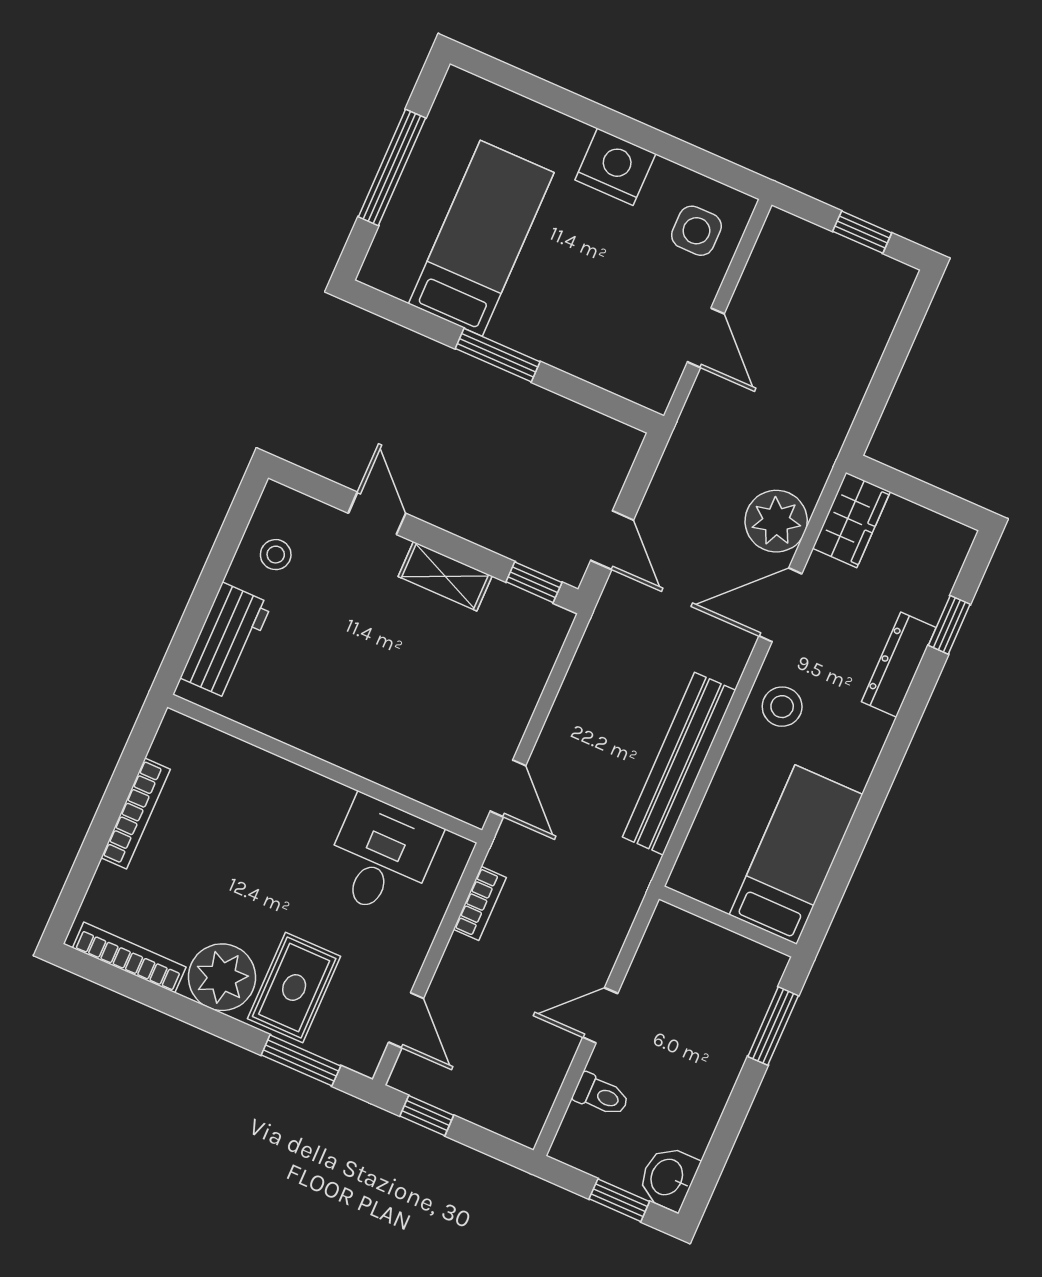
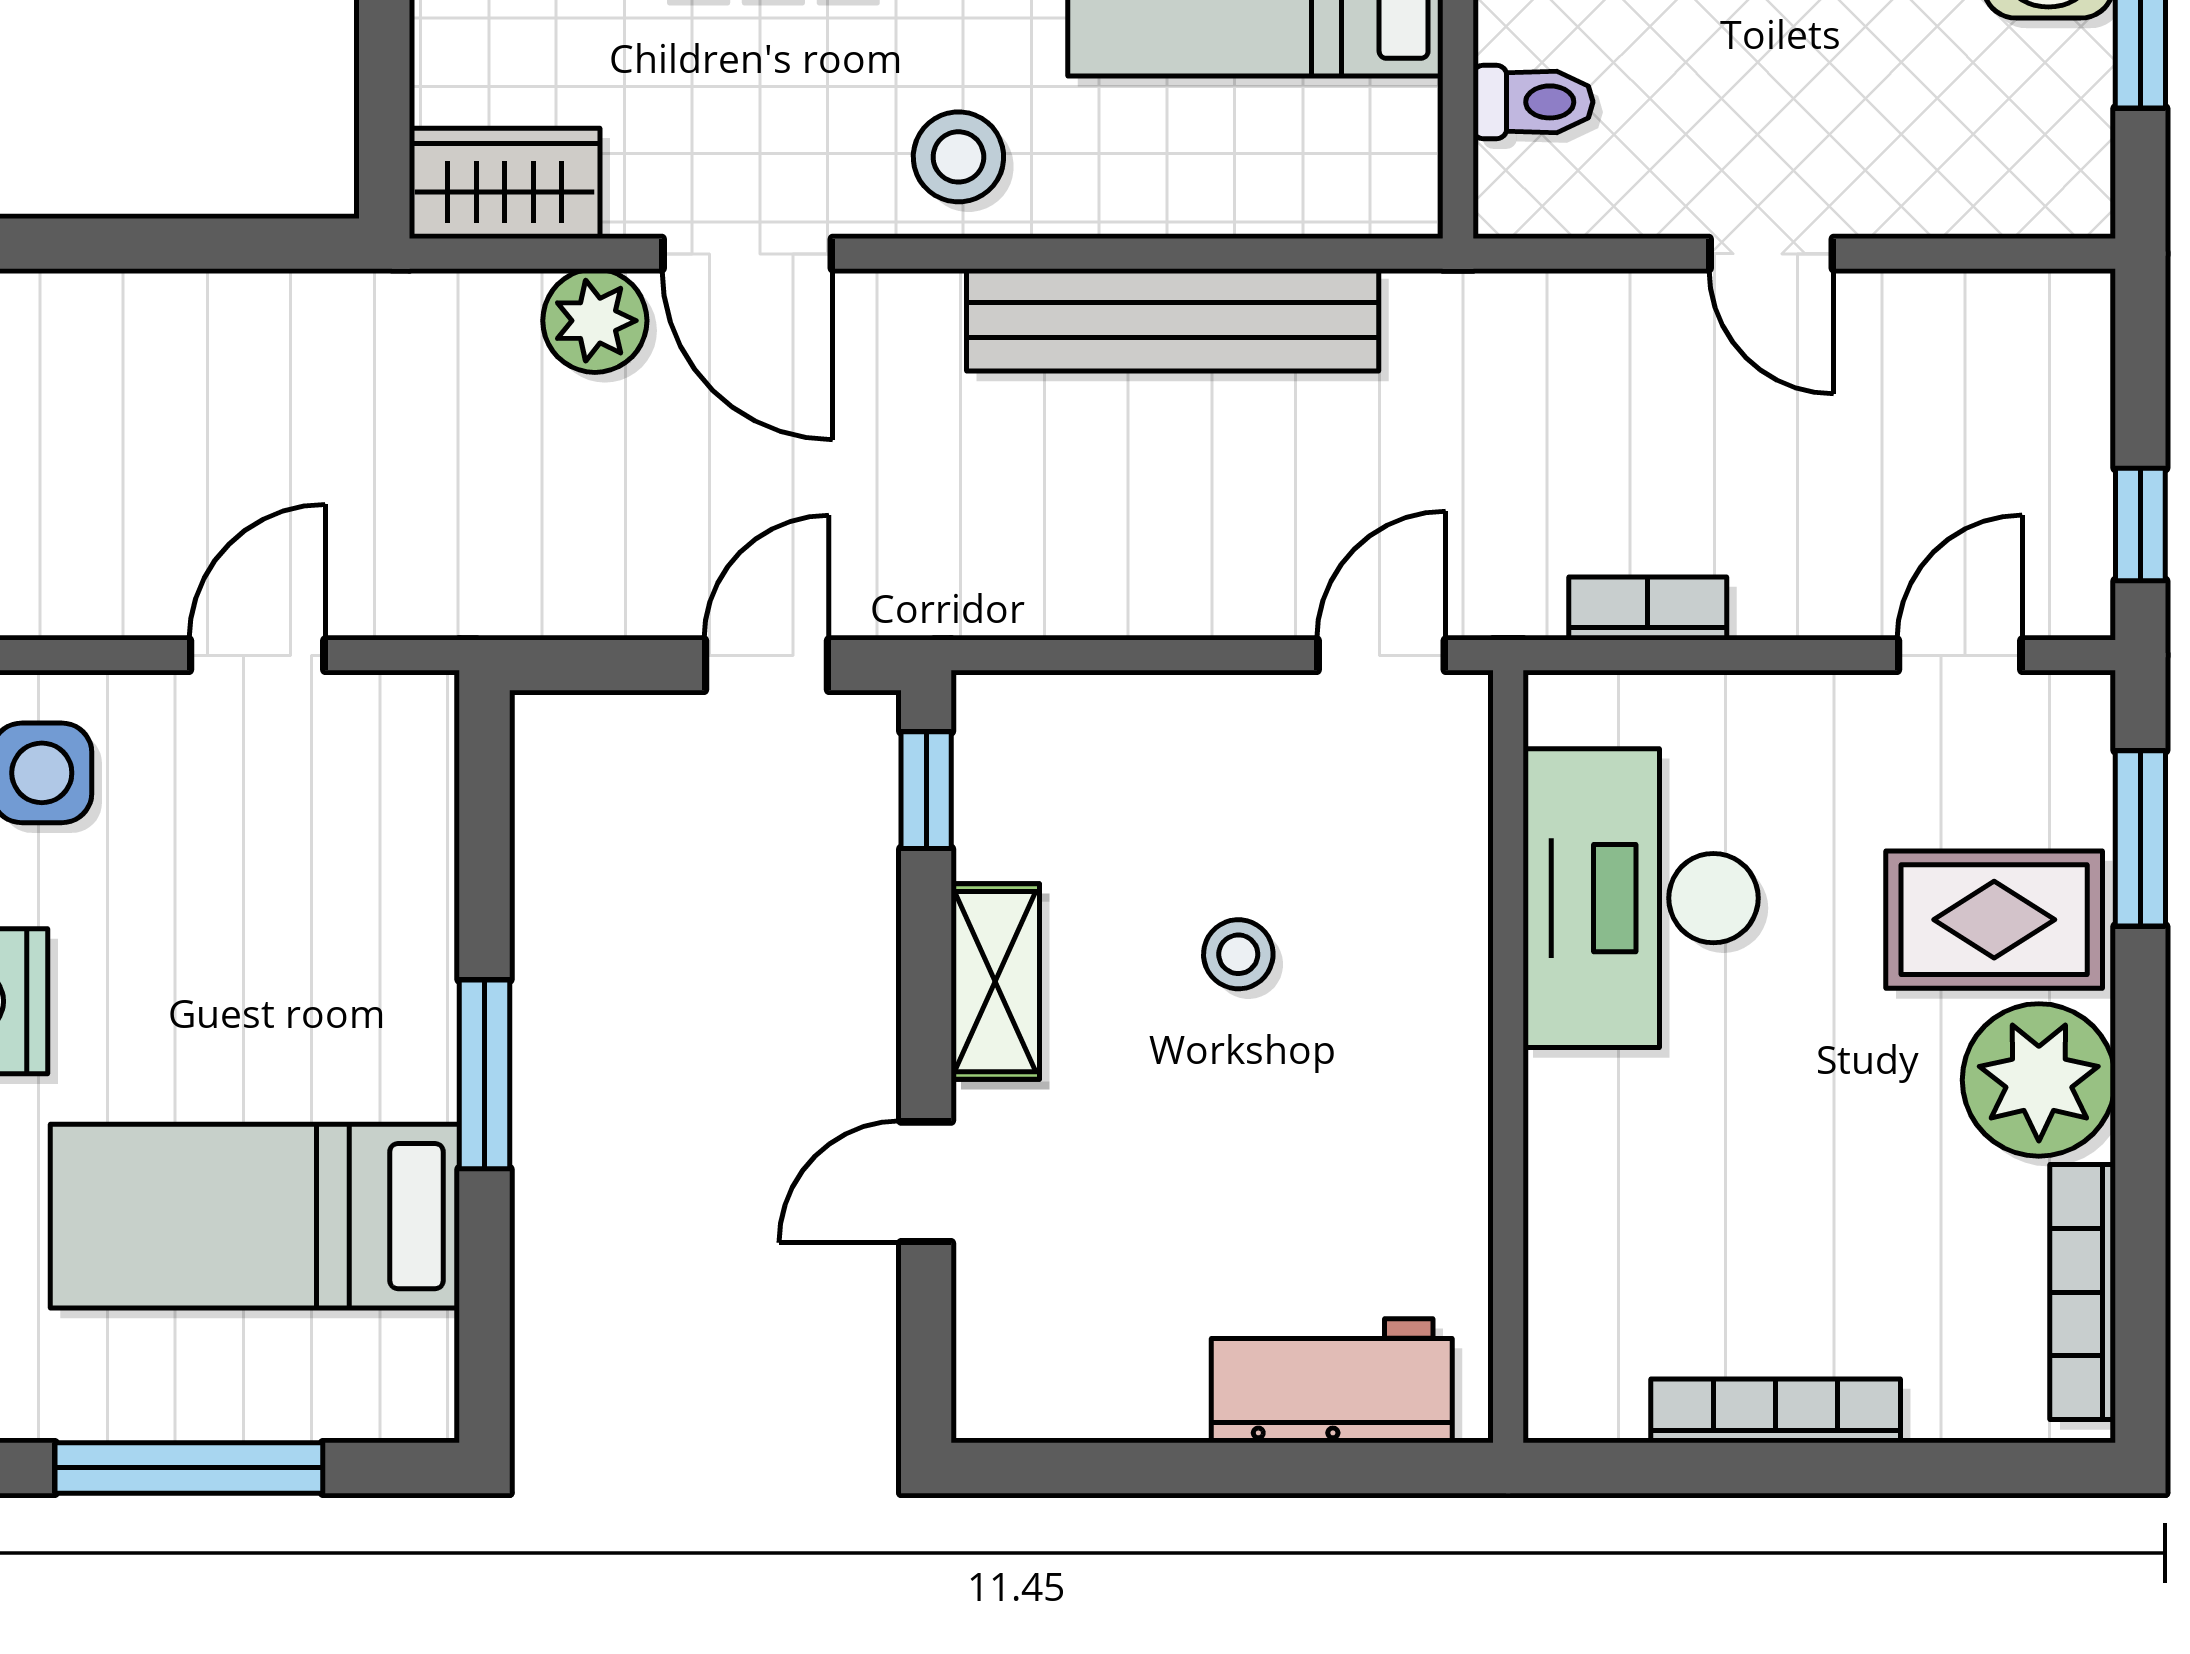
plant: (776, 521) -> (595, 321), width x0.73, depth x0.73
stool: (276, 555) -> (1238, 954), moved
desk: (381, 857) -> (1641, 898), width x1.37
toilet: (601, 1095) -> (1533, 102), moved, turned 90

